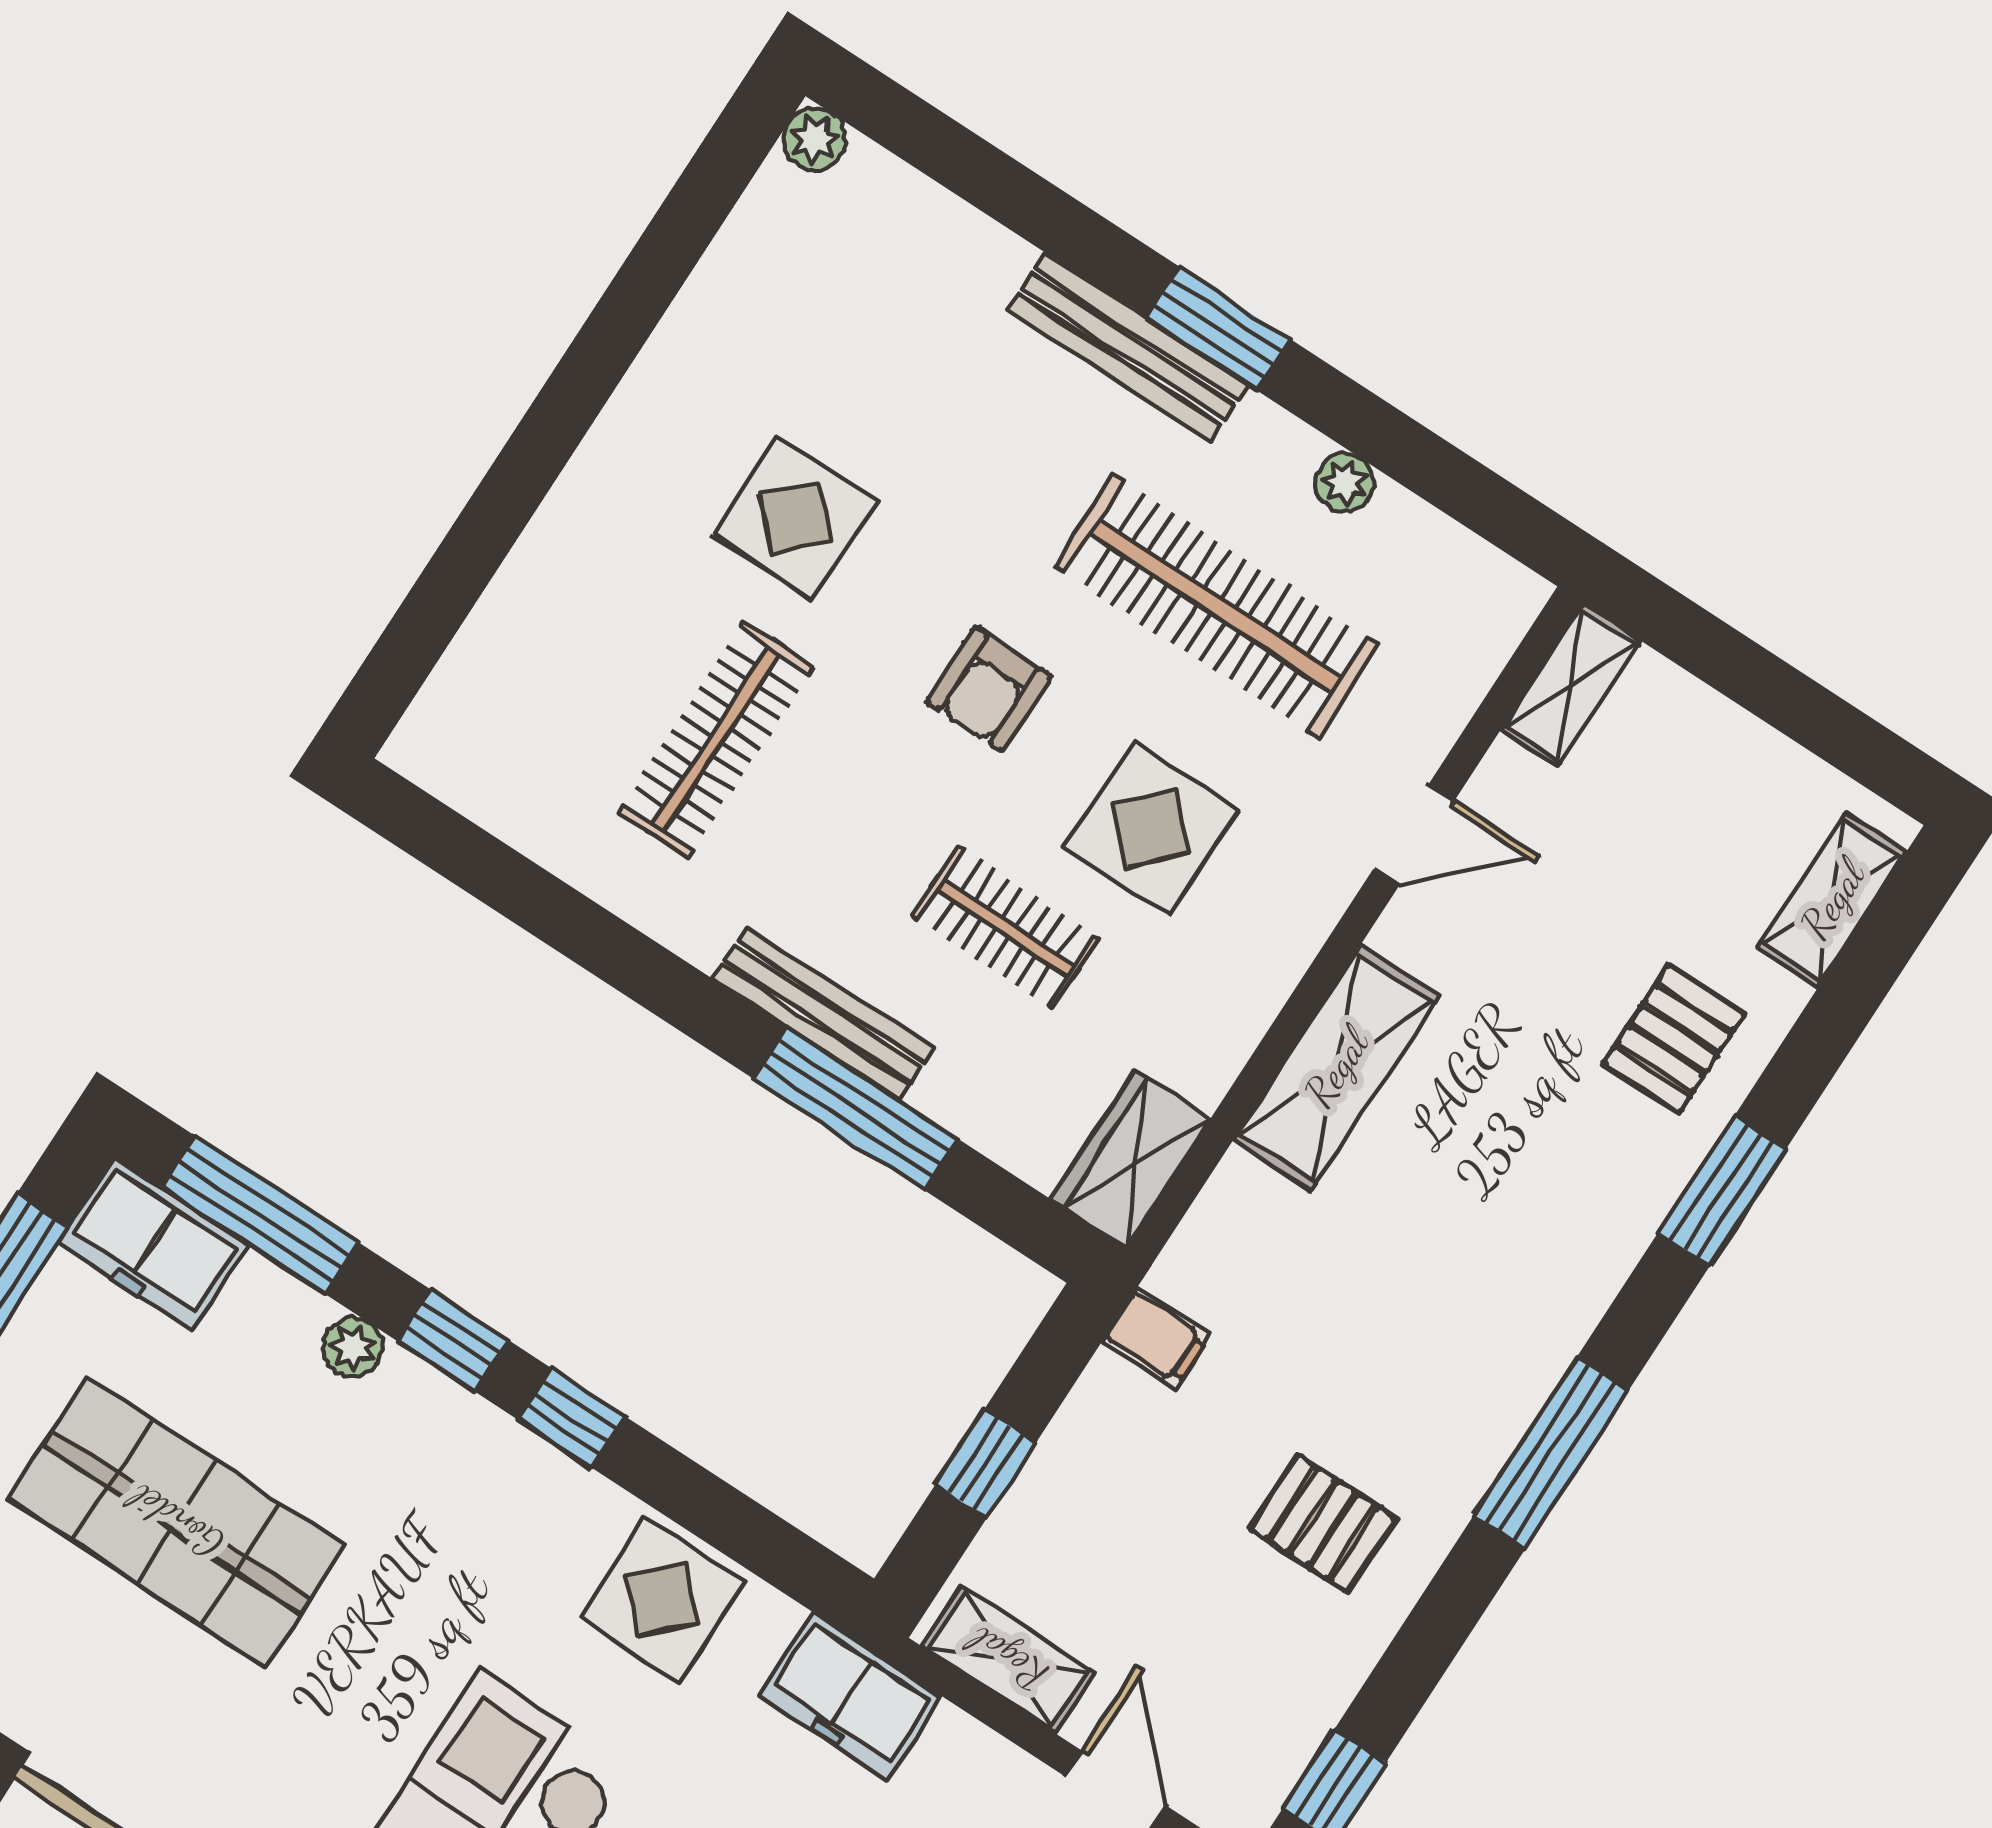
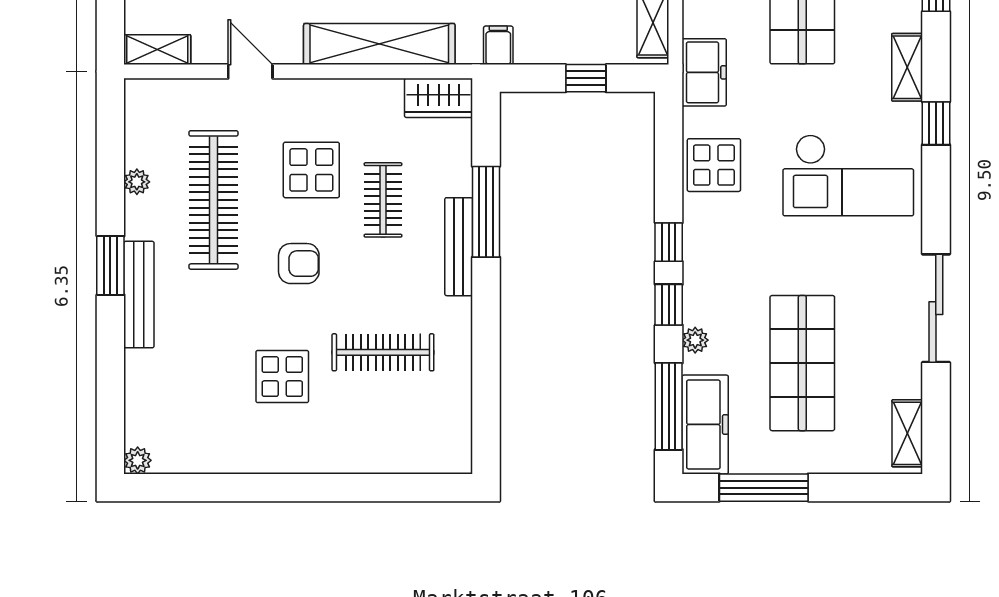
shelving: (1336, 1068) -> (379, 44), width x1.47
freezer: (153, 1244) -> (705, 424), width x1.40

